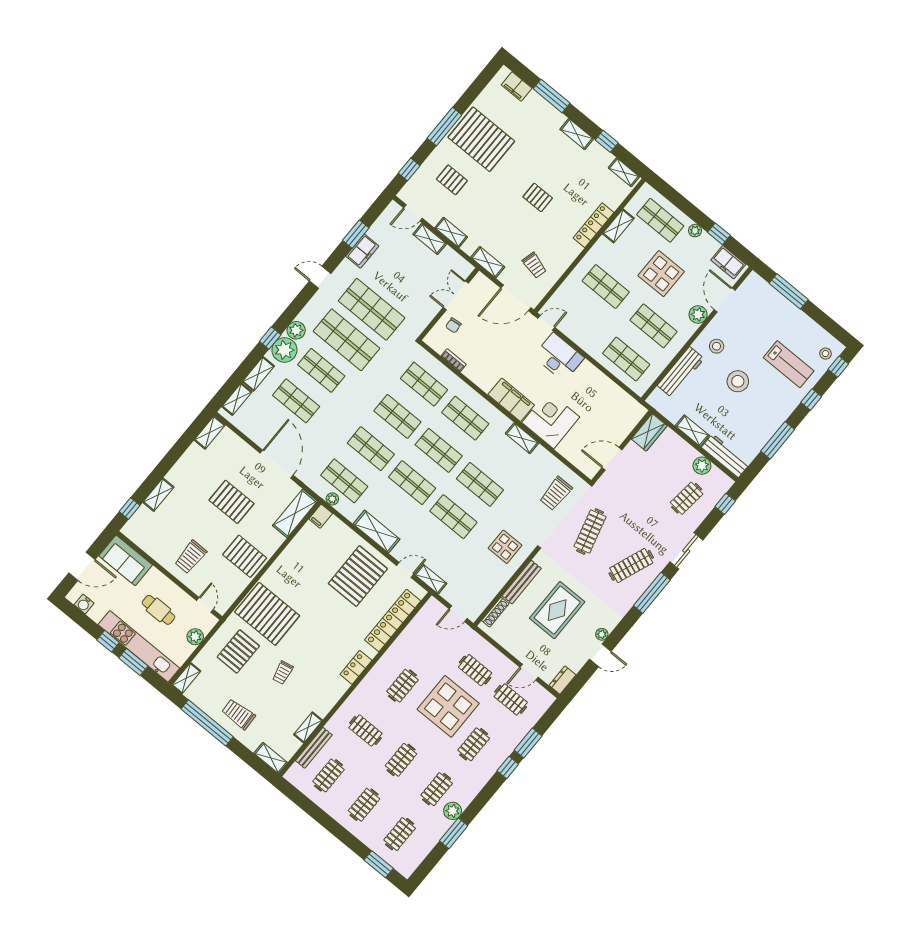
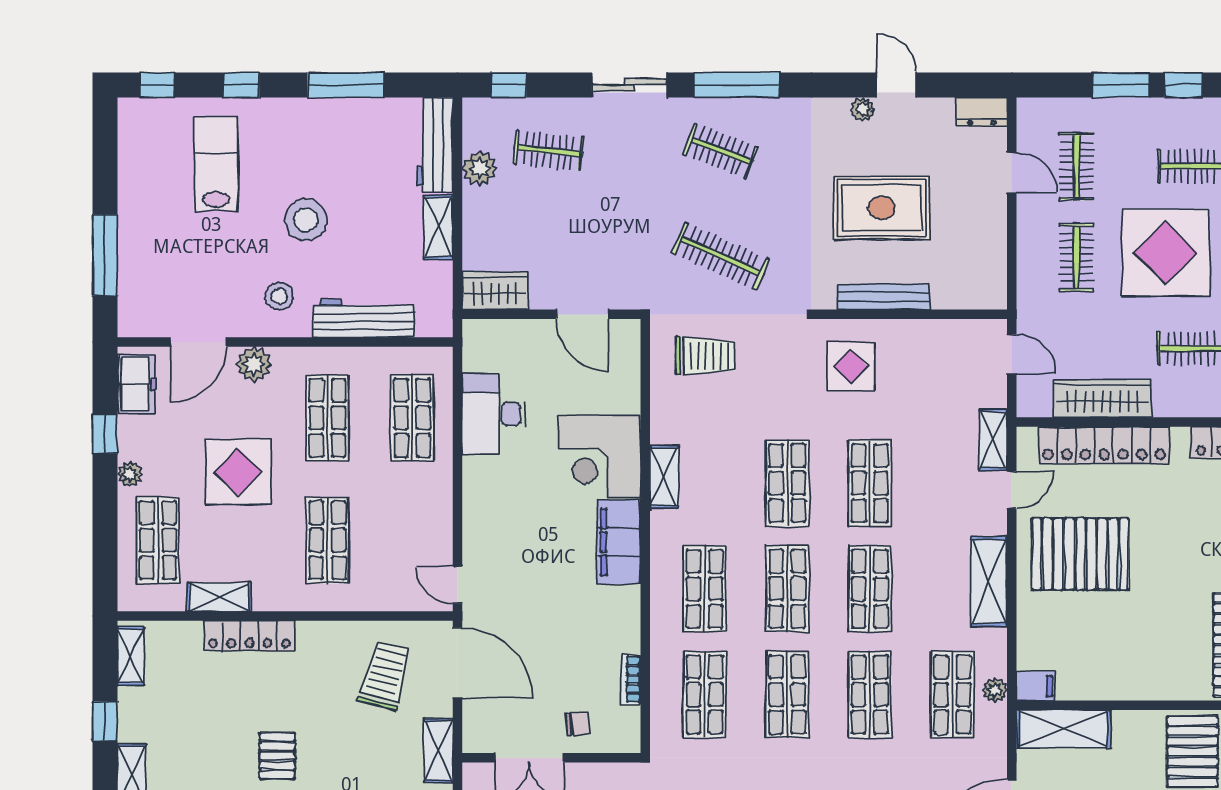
trolley: (534, 265) -> (385, 676), width x1.36, depth x1.39
stool: (826, 354) -> (153, 121), removed
desk: (559, 357) -> (494, 414), moved
clothes rail: (590, 531) -> (721, 256), turned 39
clothes rail: (631, 565) -> (721, 151), width x0.73
door: (405, 570) -> (1012, 490), swing flipped
shoe rack: (495, 612) -> (962, 299), removed
wardrobe: (411, 635) -> (1102, 399), added

